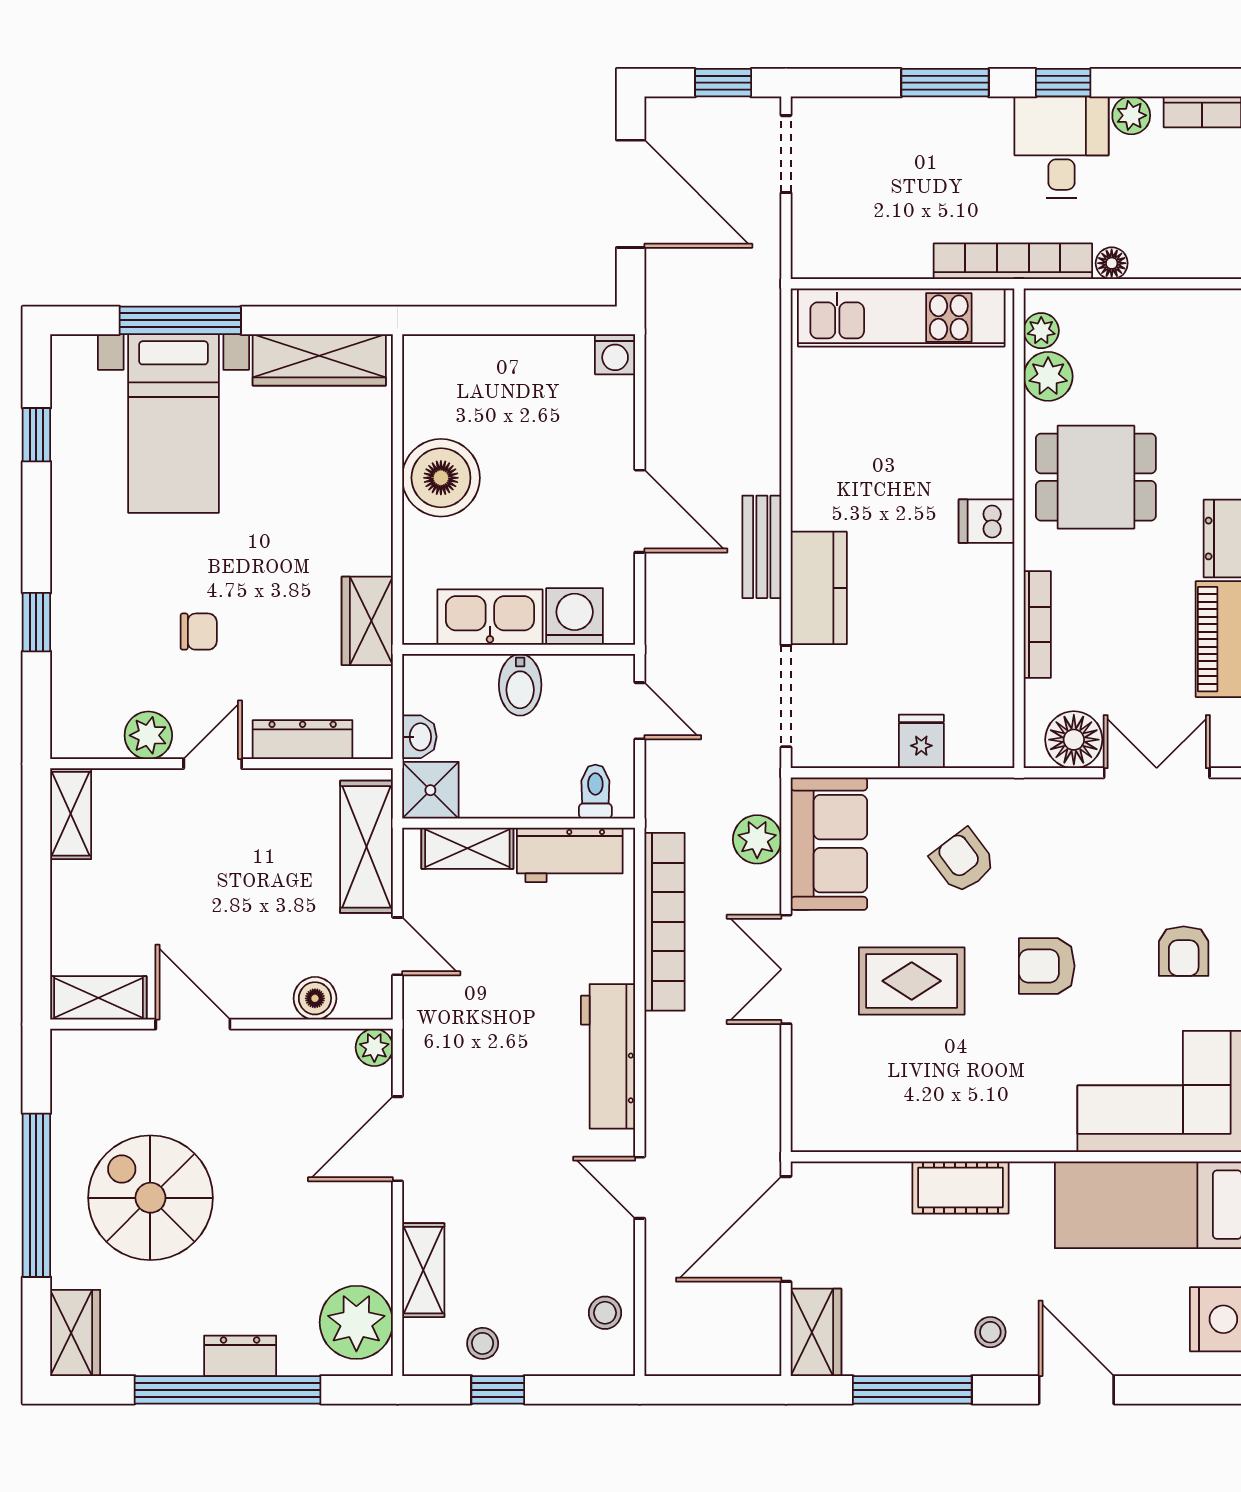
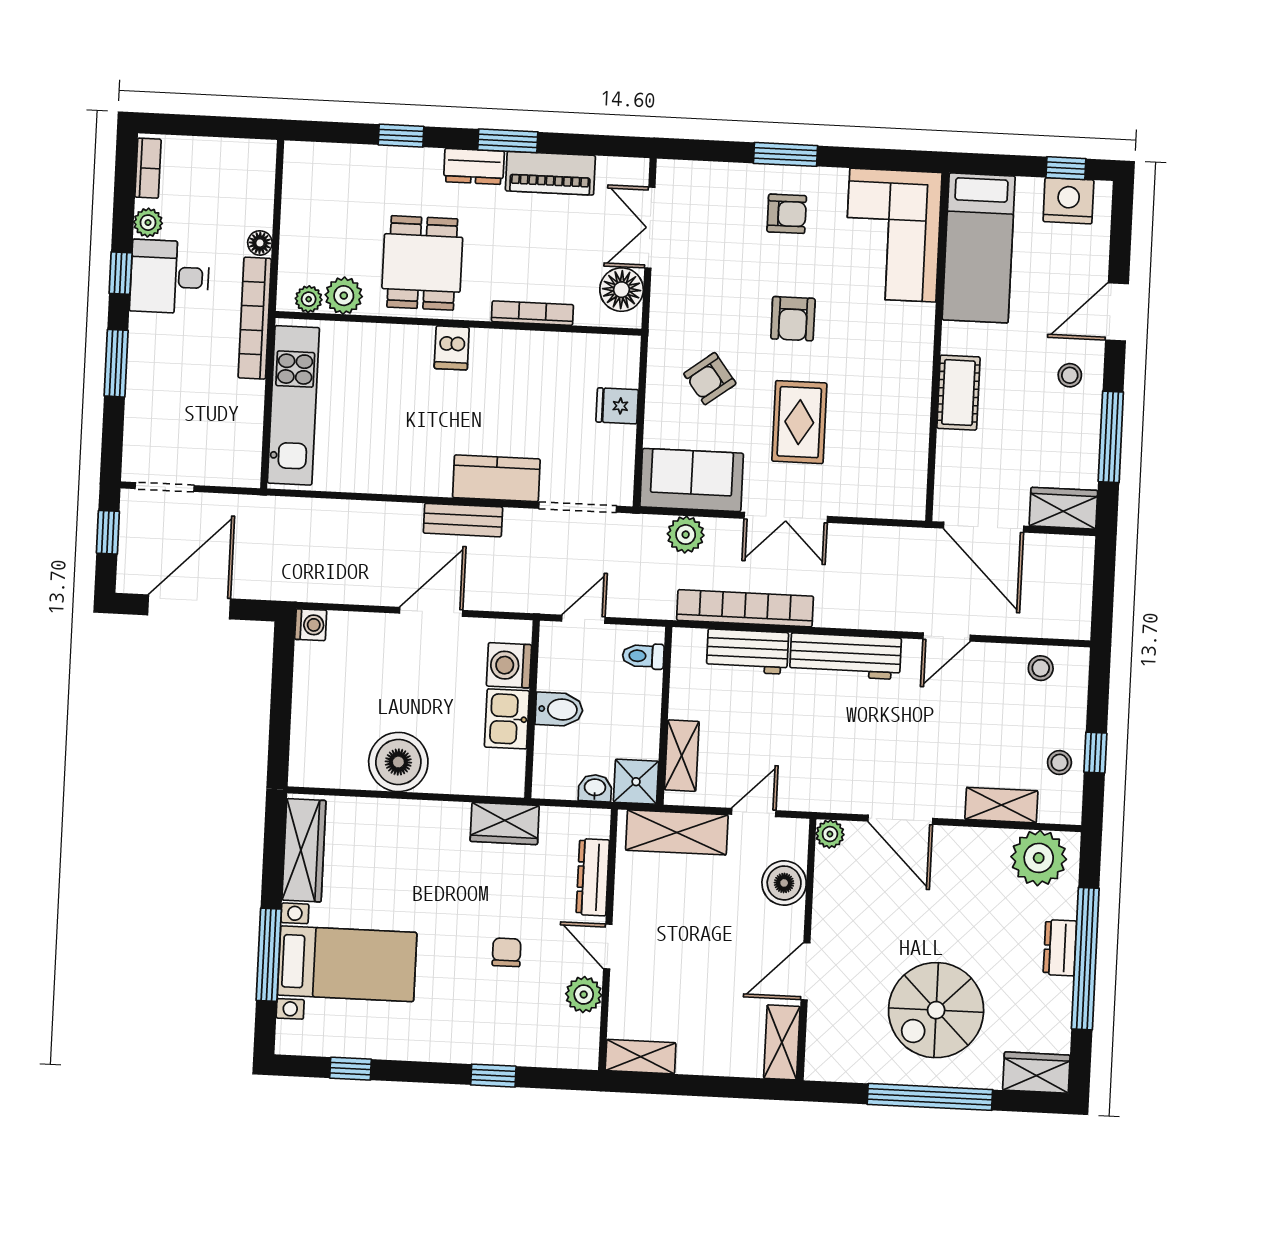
kitchen sink: (490, 617) -> (507, 719), width x0.73
workbench: (570, 855) -> (747, 652), moved, turned 90
boiler: (315, 998) -> (784, 883), width x1.36, depth x1.36

